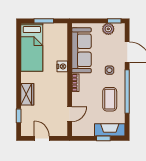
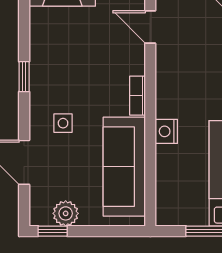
window: (127, 91) -> (24, 77), width x0.32
coffee table: (110, 99) -> (62, 60), removed
door: (70, 114) -> (150, 27), hinge flipped

